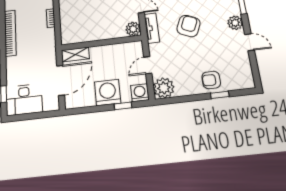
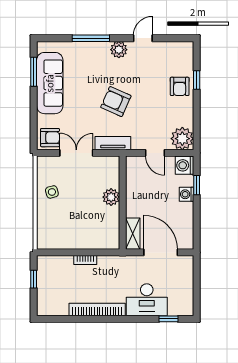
plant: (133, 29) -> (111, 197), moved
washing machine: (108, 92) -> (187, 194), width x0.53, depth x0.53
desk: (24, 100) -> (147, 300), moved, turned 90

